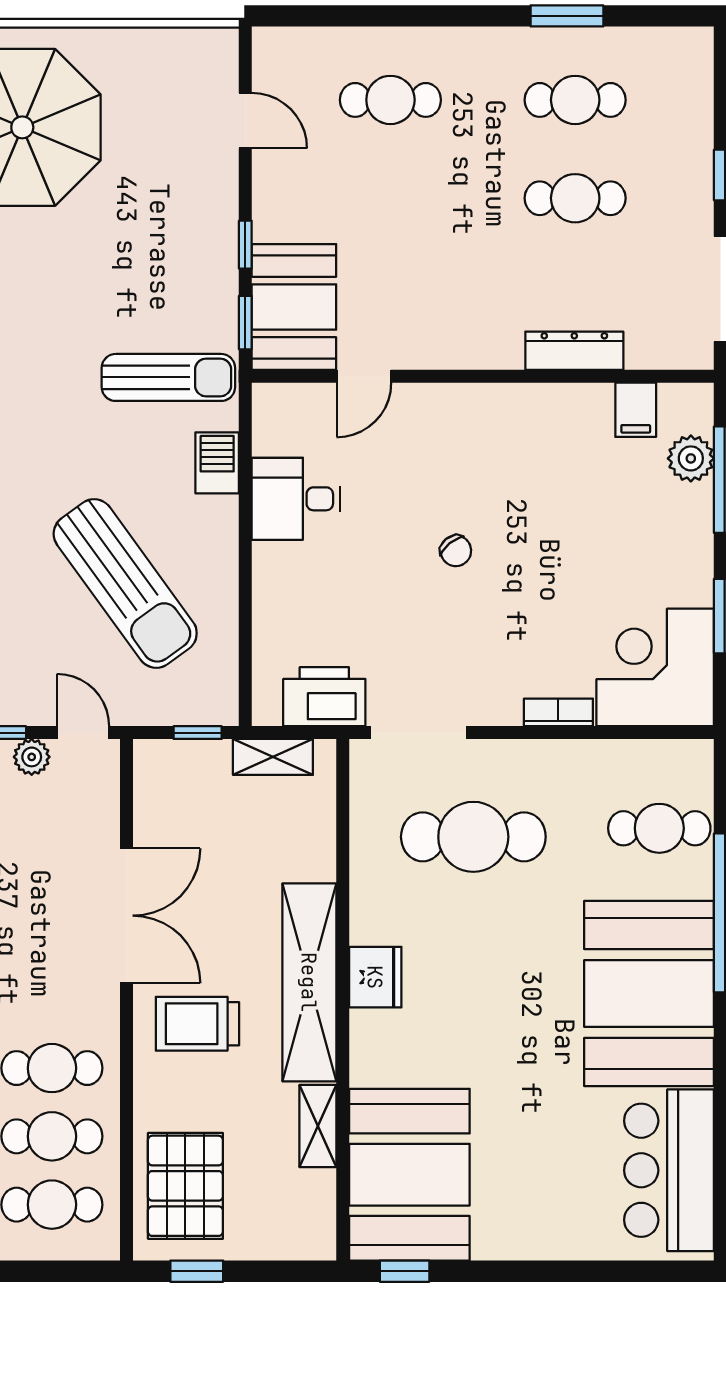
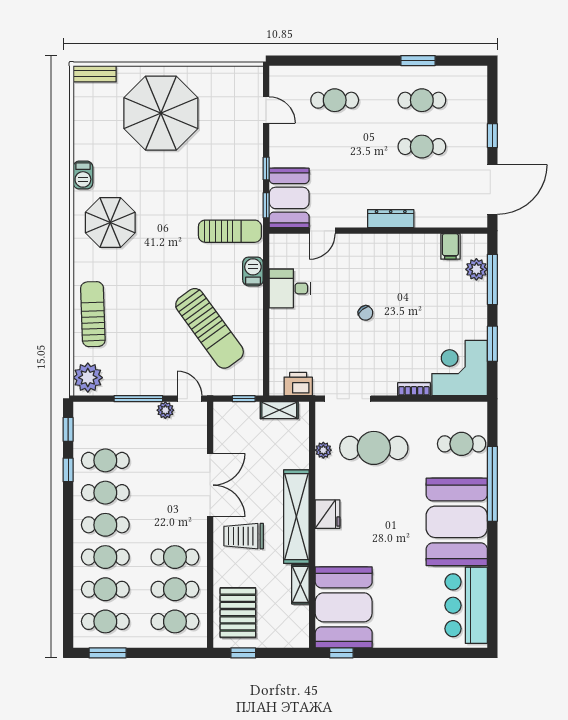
dresser: (574, 351) -> (391, 219), moved
printer: (324, 697) -> (298, 384), width x0.73, depth x0.84
plant: (366, 842) -> (323, 450), added

